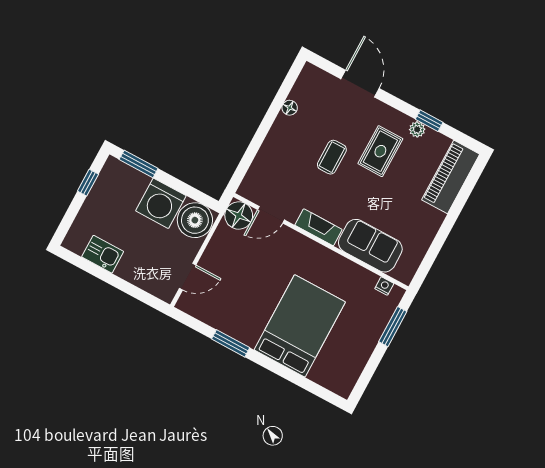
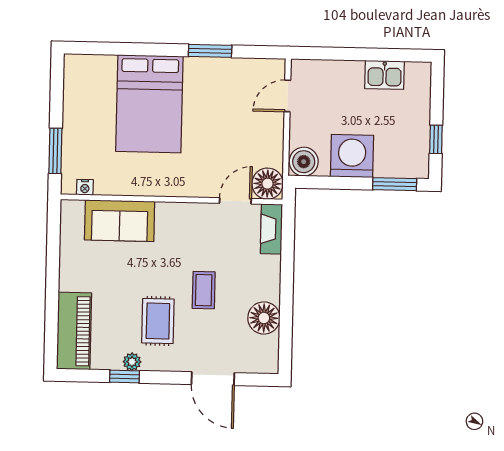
floor lamp: (290, 108) -> (264, 318), width x1.89, depth x1.89
boiler: (195, 220) -> (304, 162), width x0.73, depth x0.73
fireplace: (318, 227) -> (271, 229), moved, turned 90

